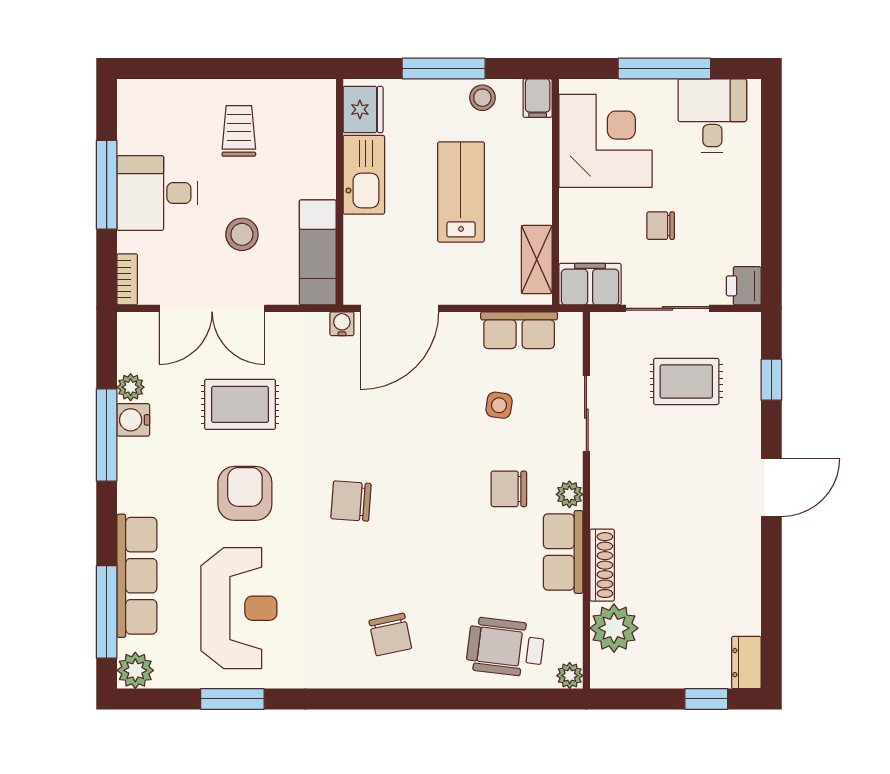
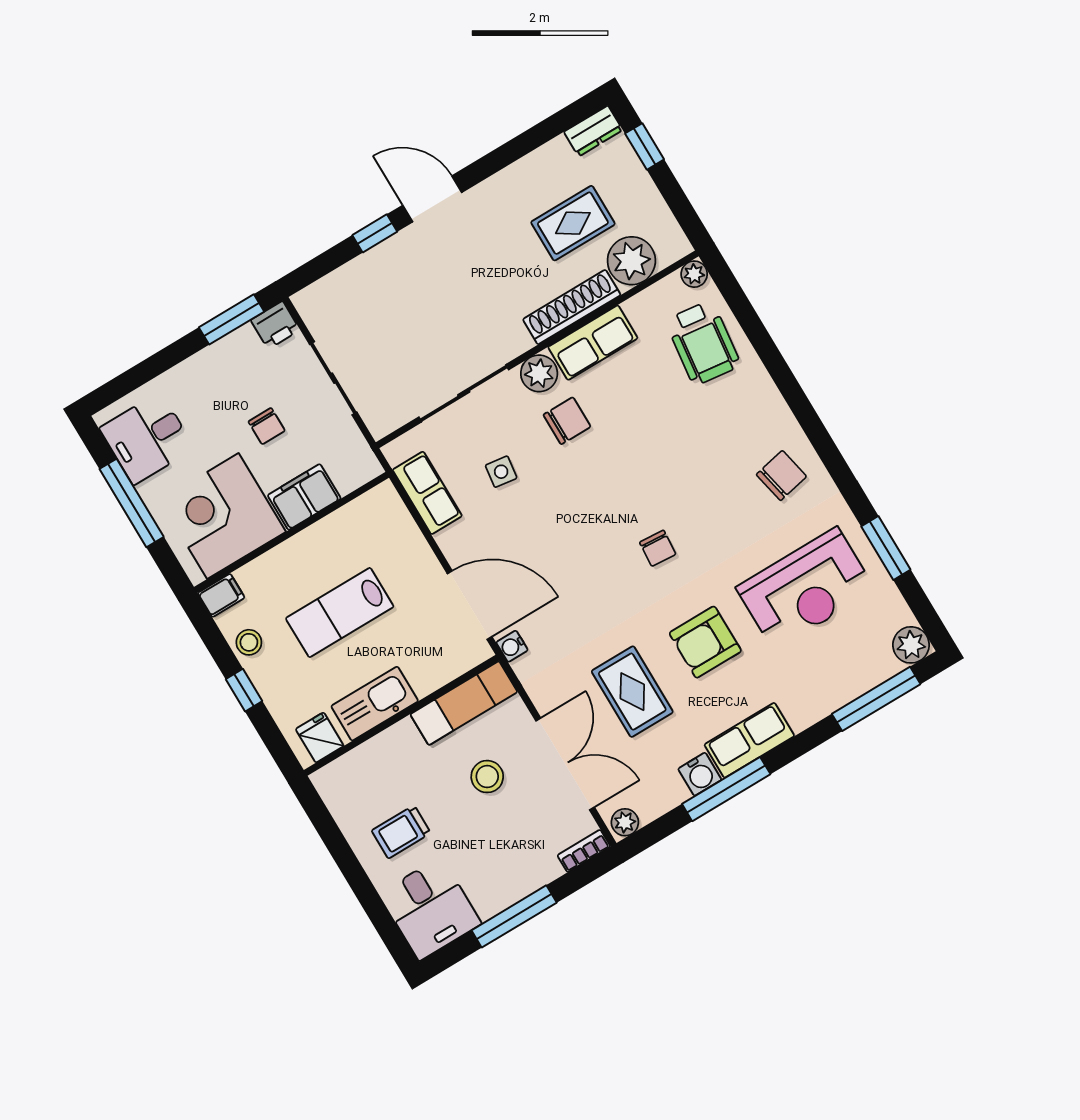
window: (444, 69) -> (244, 690), width x0.46
fridge: (363, 109) -> (320, 737), width x0.72
desk: (157, 193) -> (430, 909), moved
window: (771, 251) -> (232, 319), added
shelving: (537, 259) -> (358, 514), removed
filing cabinet: (590, 284) -> (304, 497), moved, turned 90
window: (771, 380) -> (375, 233), moved
rug: (686, 381) -> (573, 223), moved, turned 90
plant: (131, 387) -> (625, 822), moved
sliding door: (586, 414) -> (464, 393), width x1.37
chair: (509, 489) -> (567, 421), turned -90
plant: (569, 494) -> (539, 373), width x1.38, depth x1.38
chair: (351, 501) -> (658, 548), width x0.73, depth x0.73
shoe rack: (602, 565) -> (572, 307), width x1.36, depth x1.24
row of seats: (137, 576) -> (749, 740), moved, width x0.68
reception desk: (239, 608) -> (806, 589), turned 180
chair: (390, 634) -> (781, 476), moved

